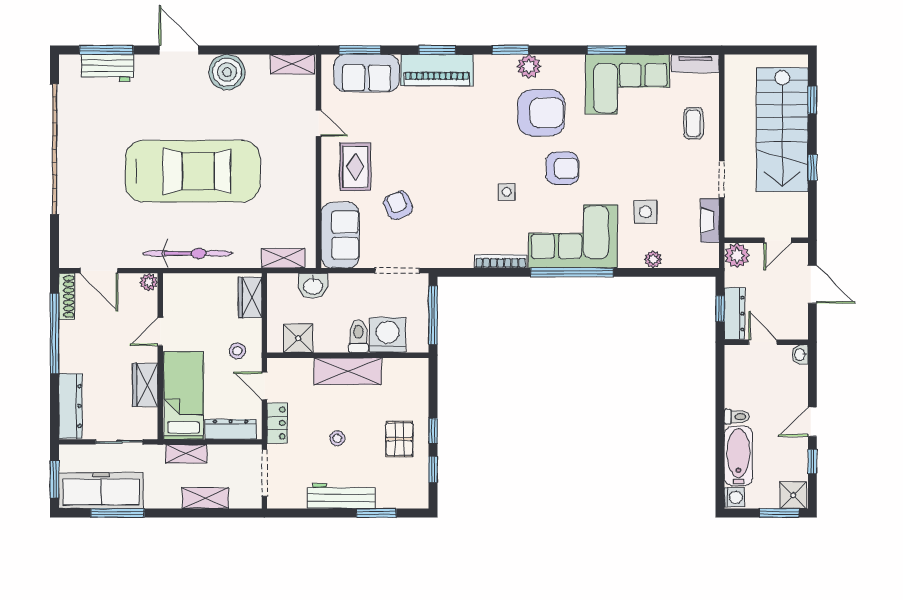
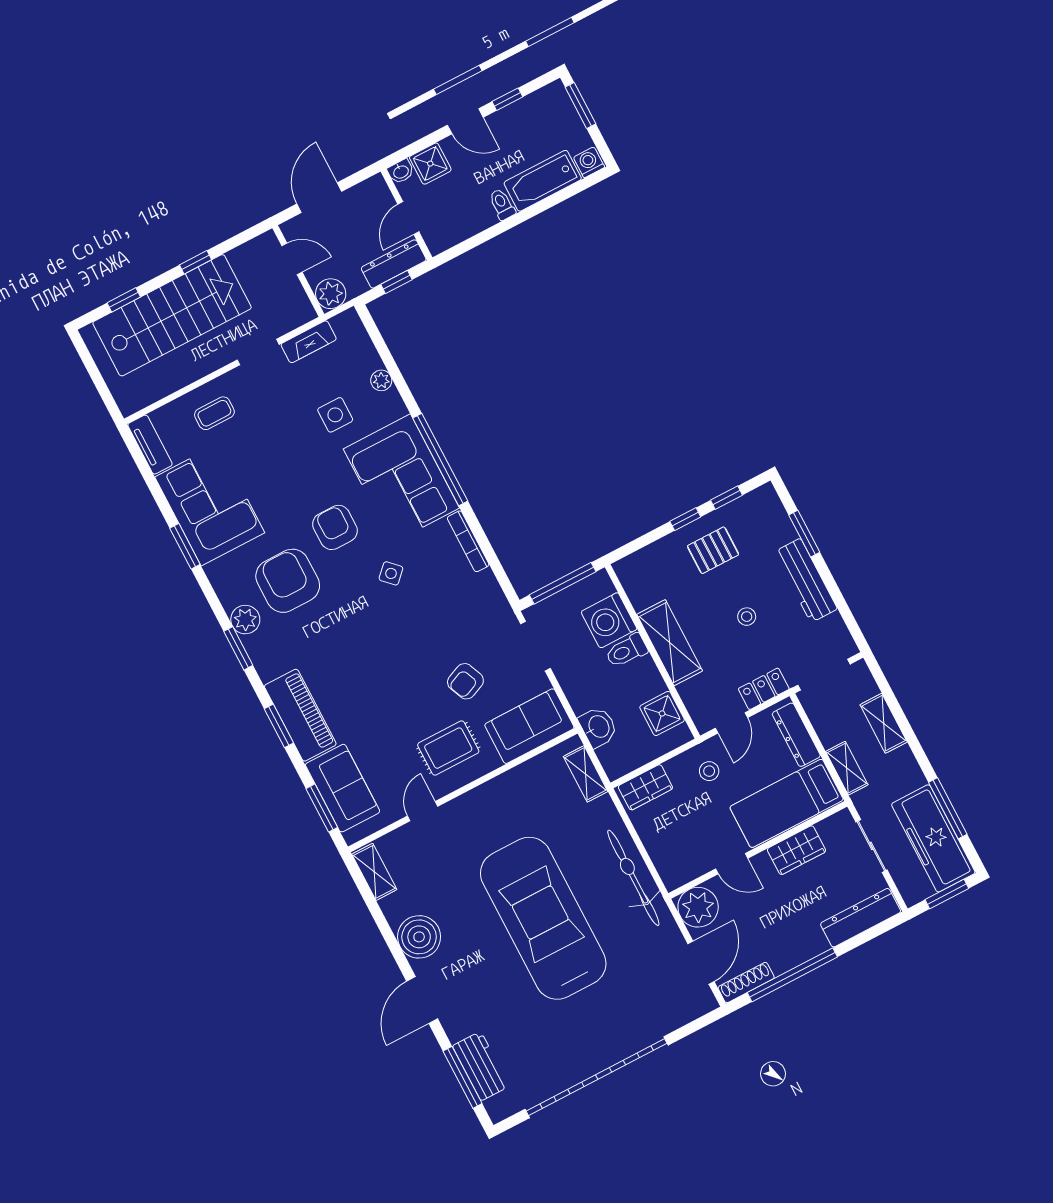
side table: (507, 192) -> (391, 573), turned 45
plant: (149, 282) -> (698, 907), width x1.87, depth x1.87
shower: (793, 495) -> (430, 164), moved

